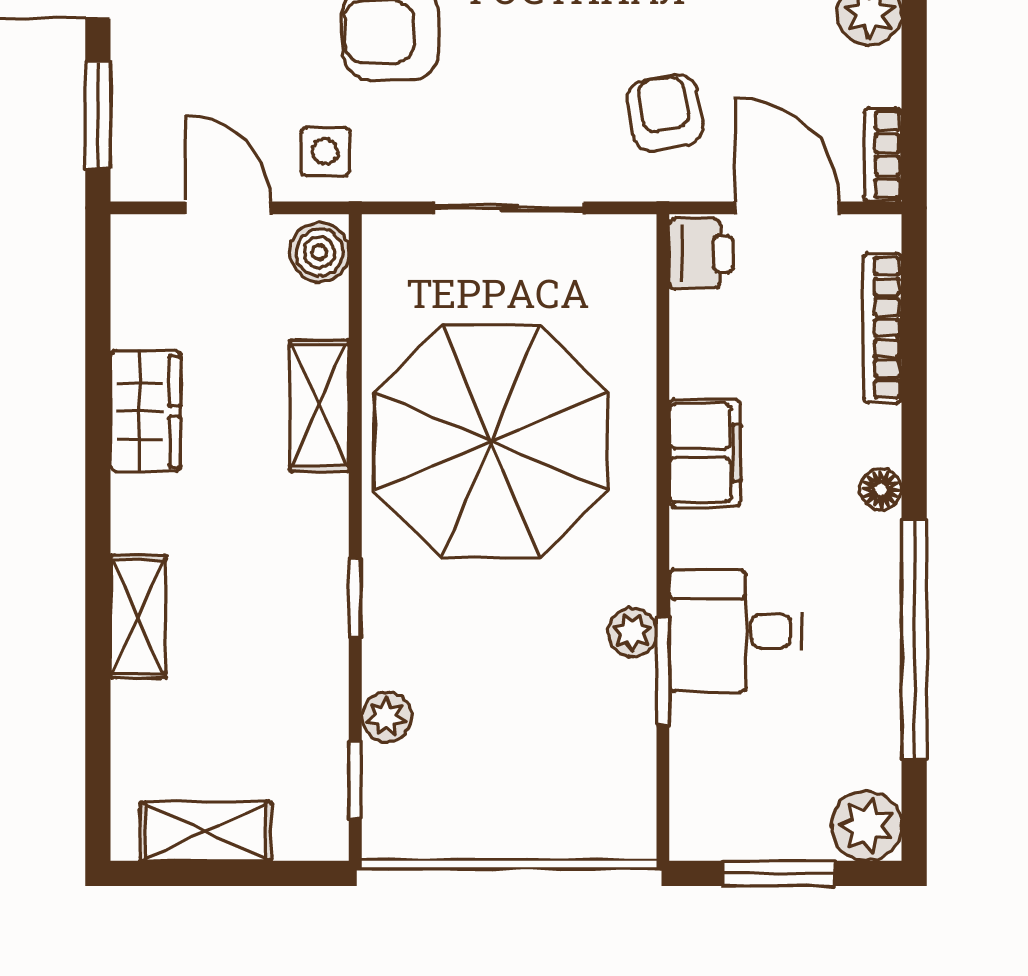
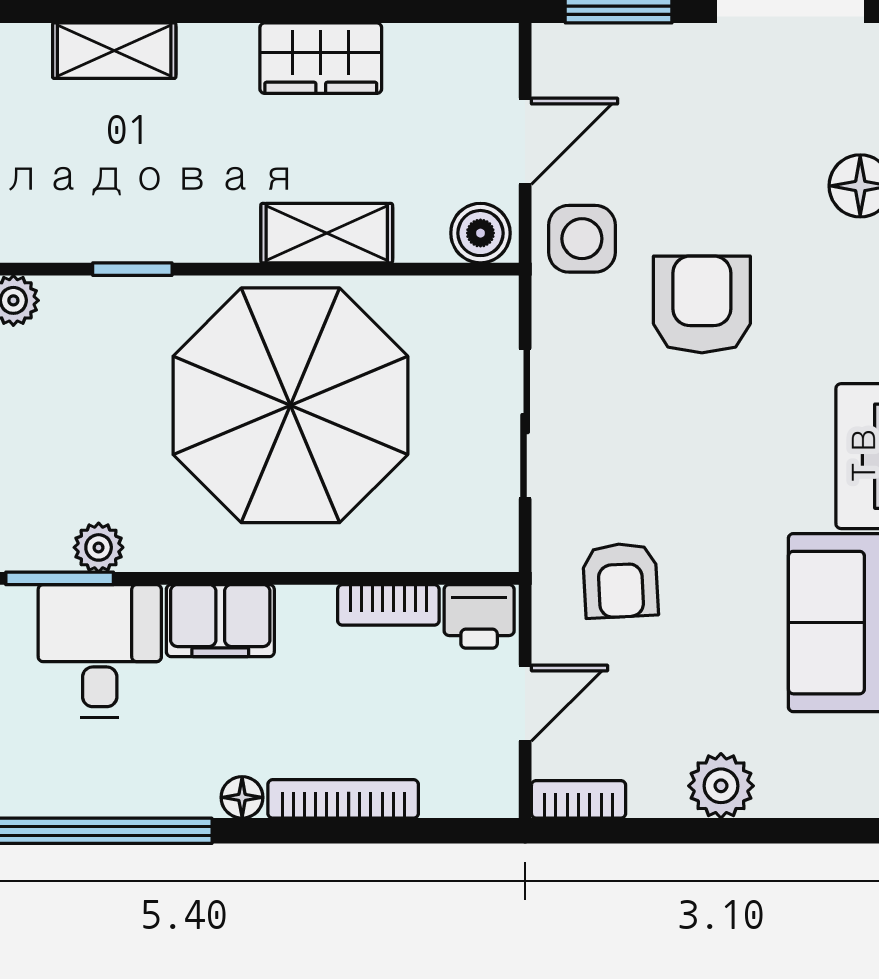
armchair: (665, 113) -> (620, 580), turned 97
side table: (325, 151) -> (582, 239), width x1.37, depth x1.37
door: (787, 208) -> (525, 703), width x0.73
bookcase: (882, 328) -> (343, 799), moved
bookcase: (689, 344) -> (388, 605), added
filing cabinet: (705, 453) -> (220, 621), moved

